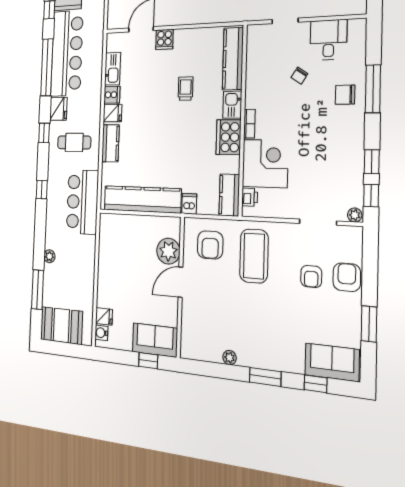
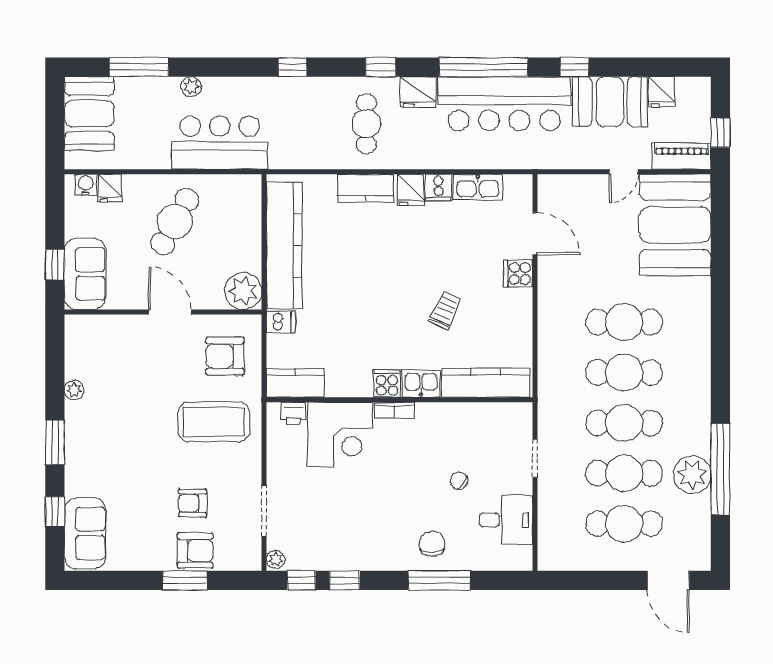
trolley: (186, 89) -> (445, 310), turned -65
cooker: (228, 137) -> (387, 384), width x0.53, depth x0.76
bar counter: (82, 202) -> (220, 143), moved
plant: (168, 251) -> (243, 291), moved
cafe table: (125, 274) -> (175, 222), added
window: (369, 324) -> (185, 580), moved

